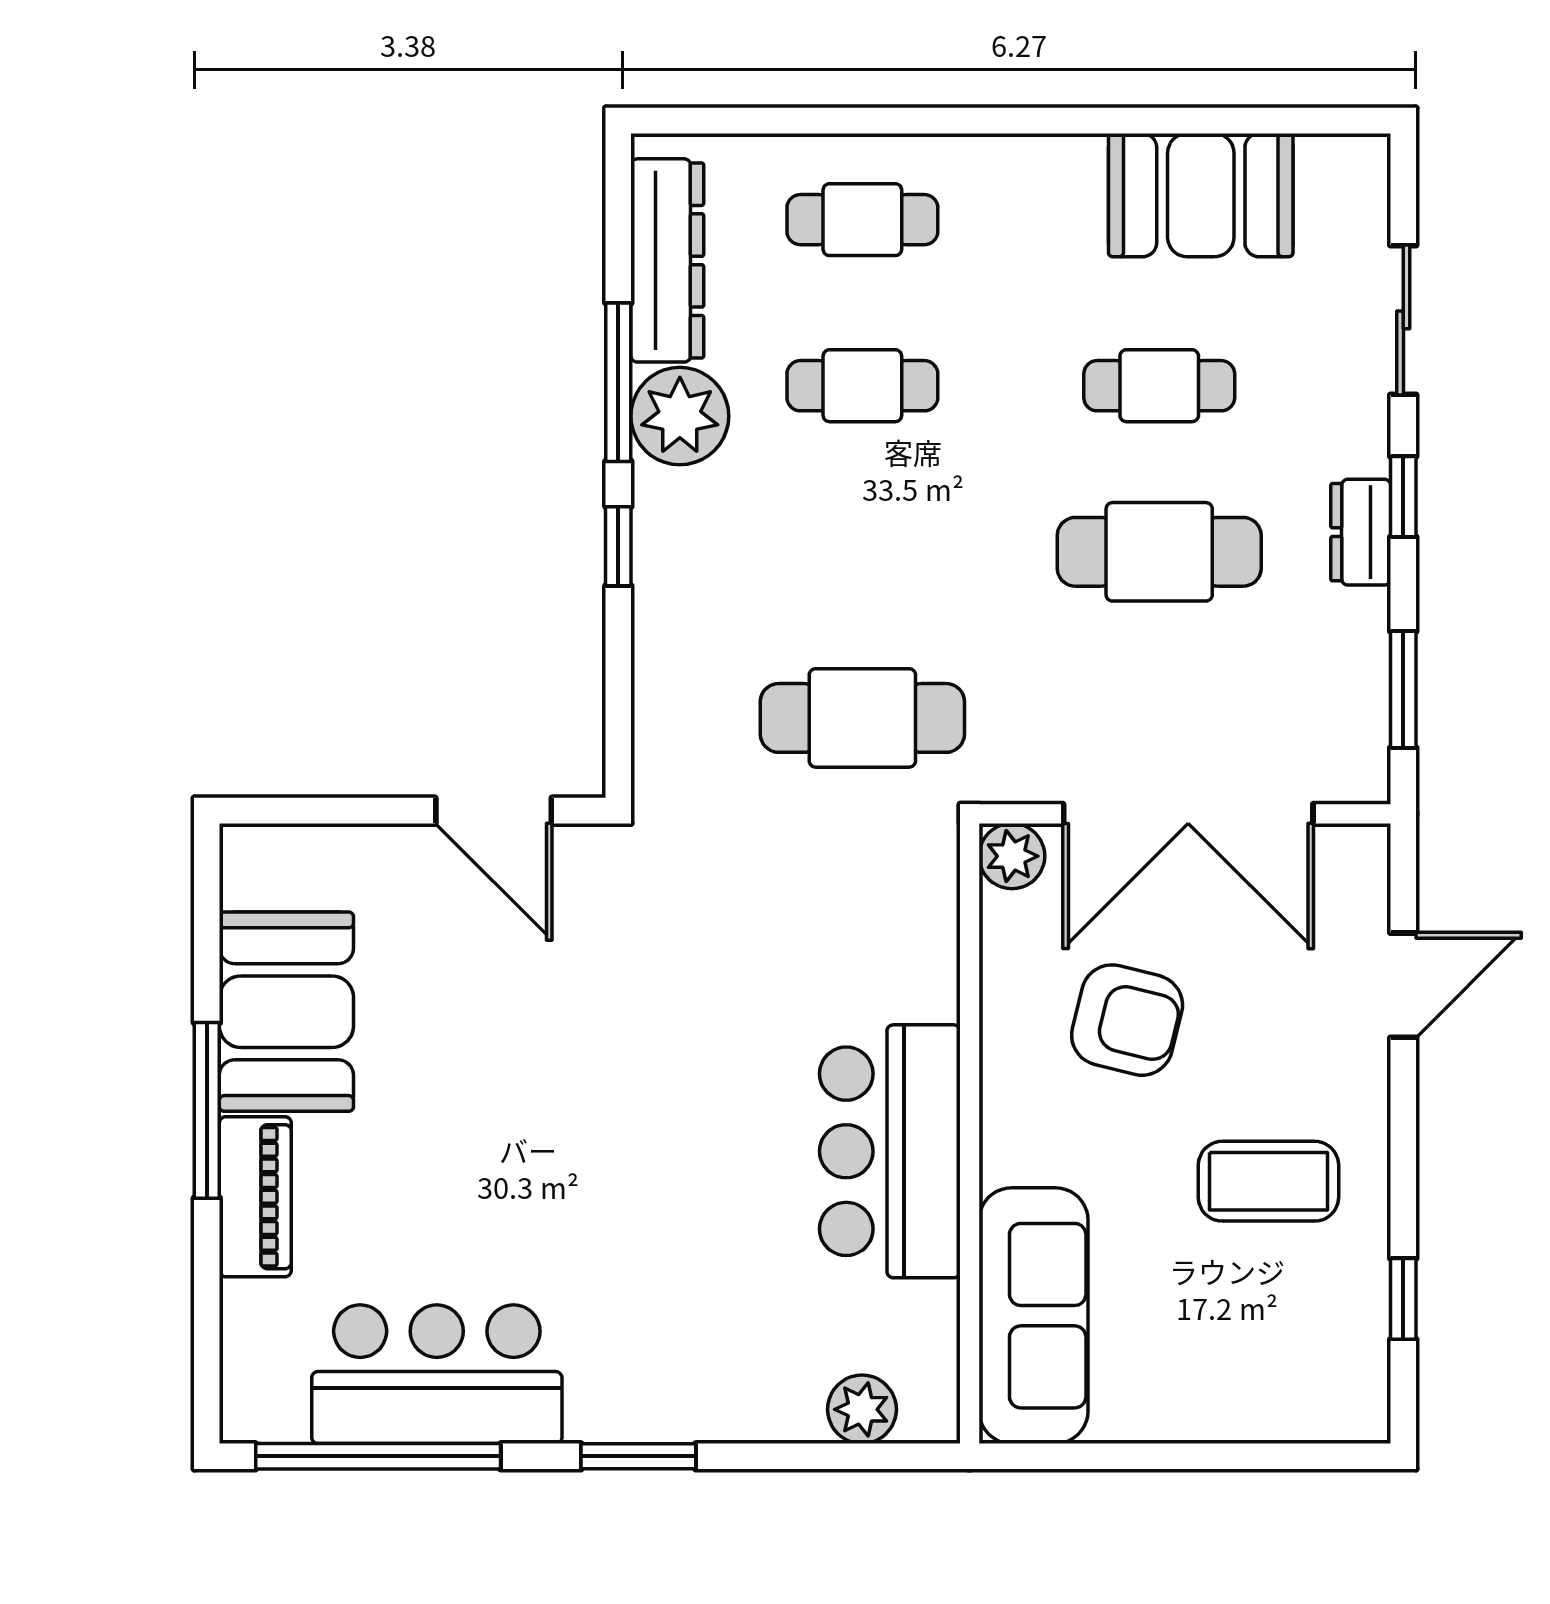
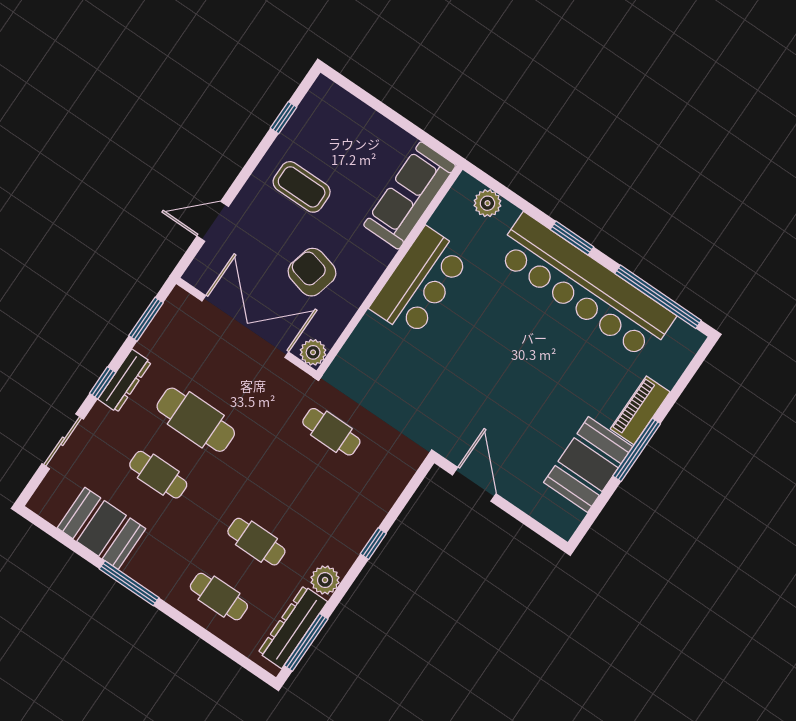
window: (1067, 121) -> (129, 583), added
window: (618, 382) -> (306, 642), moved
plant: (680, 416) -> (325, 580), width x0.73, depth x0.73
dresser: (1361, 532) -> (125, 381), width x1.44
cafe table: (862, 718) -> (331, 432), width x0.73, depth x0.74
bar counter: (437, 1374) -> (585, 287), width x1.86

